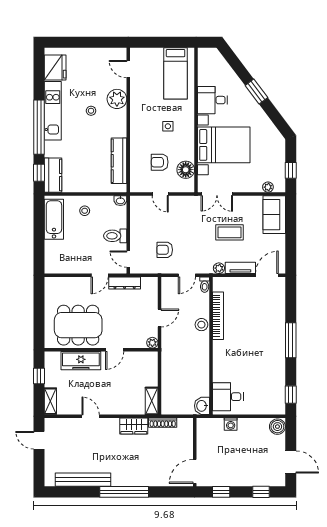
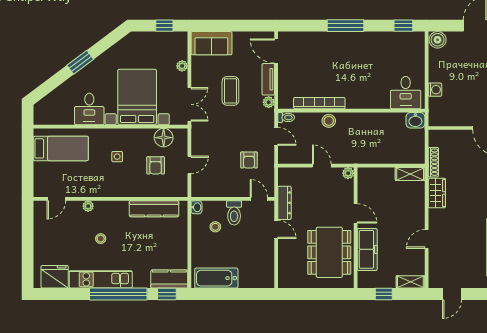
plant: (117, 99) -> (88, 206), width x0.53, depth x0.53
plant: (268, 187) -> (182, 66), moved
stool: (85, 211) -> (215, 227), moved
door: (128, 259) -> (259, 199), swing flipped

